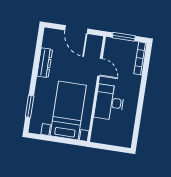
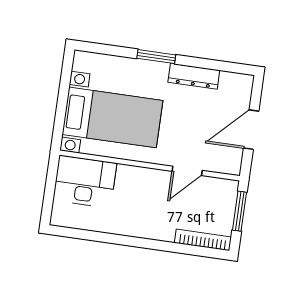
desk: (109, 102) -> (85, 182), moved
window: (30, 106) -> (156, 57), moved

